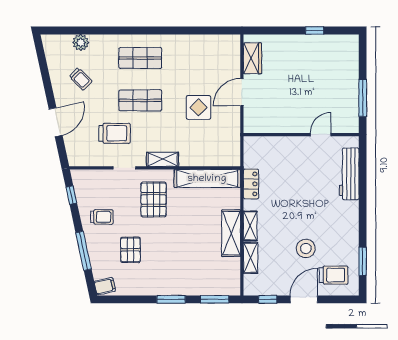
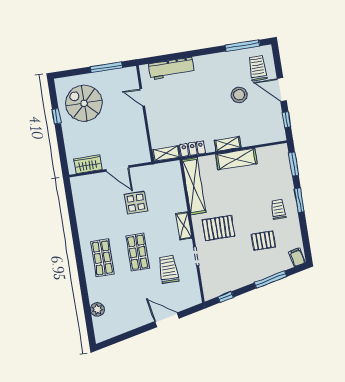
spiral stairs: (325, 65) -> (84, 103), added
trolley: (81, 79) -> (128, 305), removed
trolley: (102, 217) -> (278, 209), moved
shelving: (251, 258) -> (166, 153), moved
window: (363, 261) -> (242, 46), width x1.44

